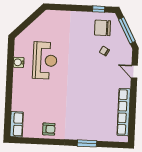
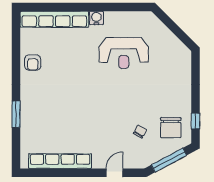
chair: (103, 28) -> (171, 128), turned 180
water cooler: (19, 62) -> (96, 18), moved
row of seats: (17, 124) -> (54, 19), width x2.02

